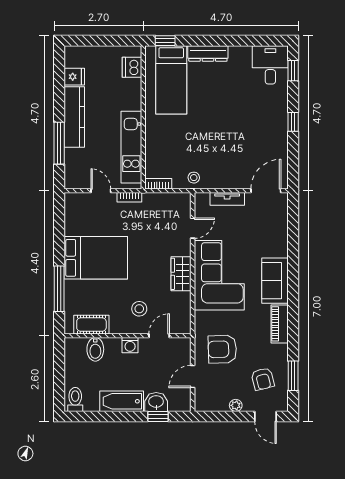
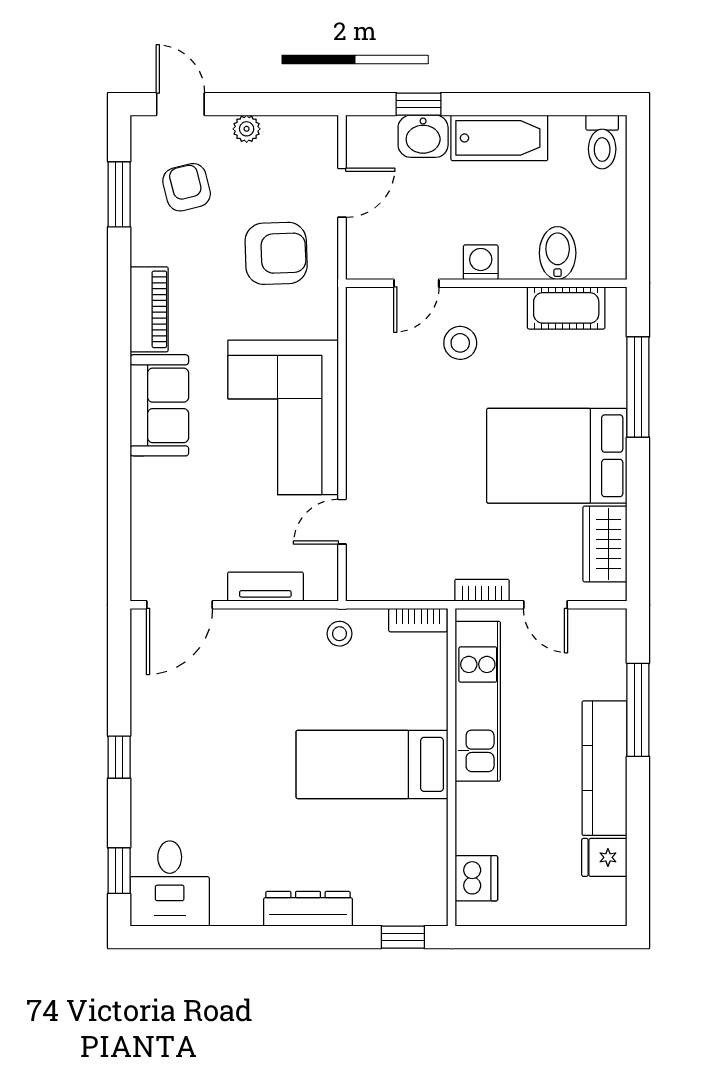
bed: (171, 80) -> (372, 764), moved, turned -90
wardrobe: (181, 274) -> (605, 544), moved, turned 180

